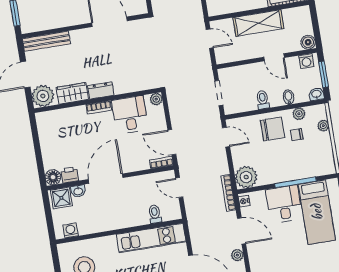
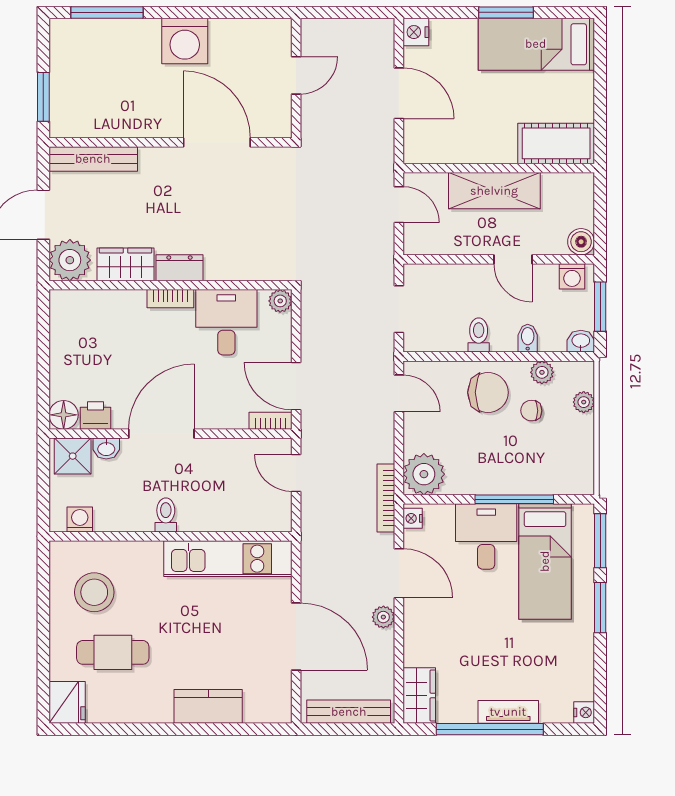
toilet: (155, 214) -> (166, 515), moved

